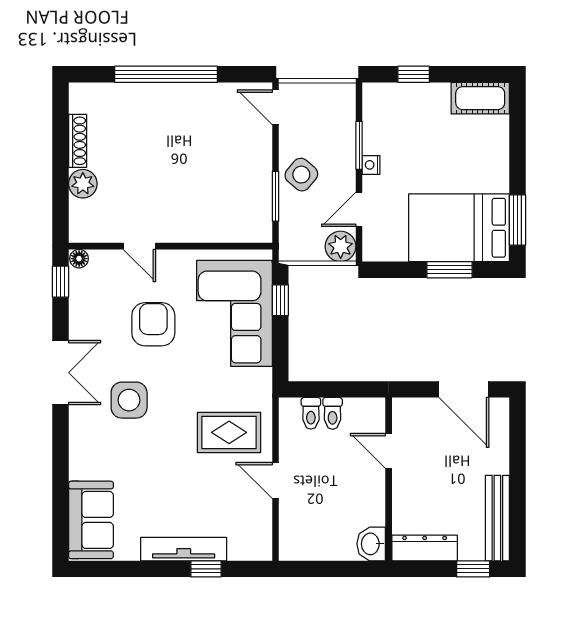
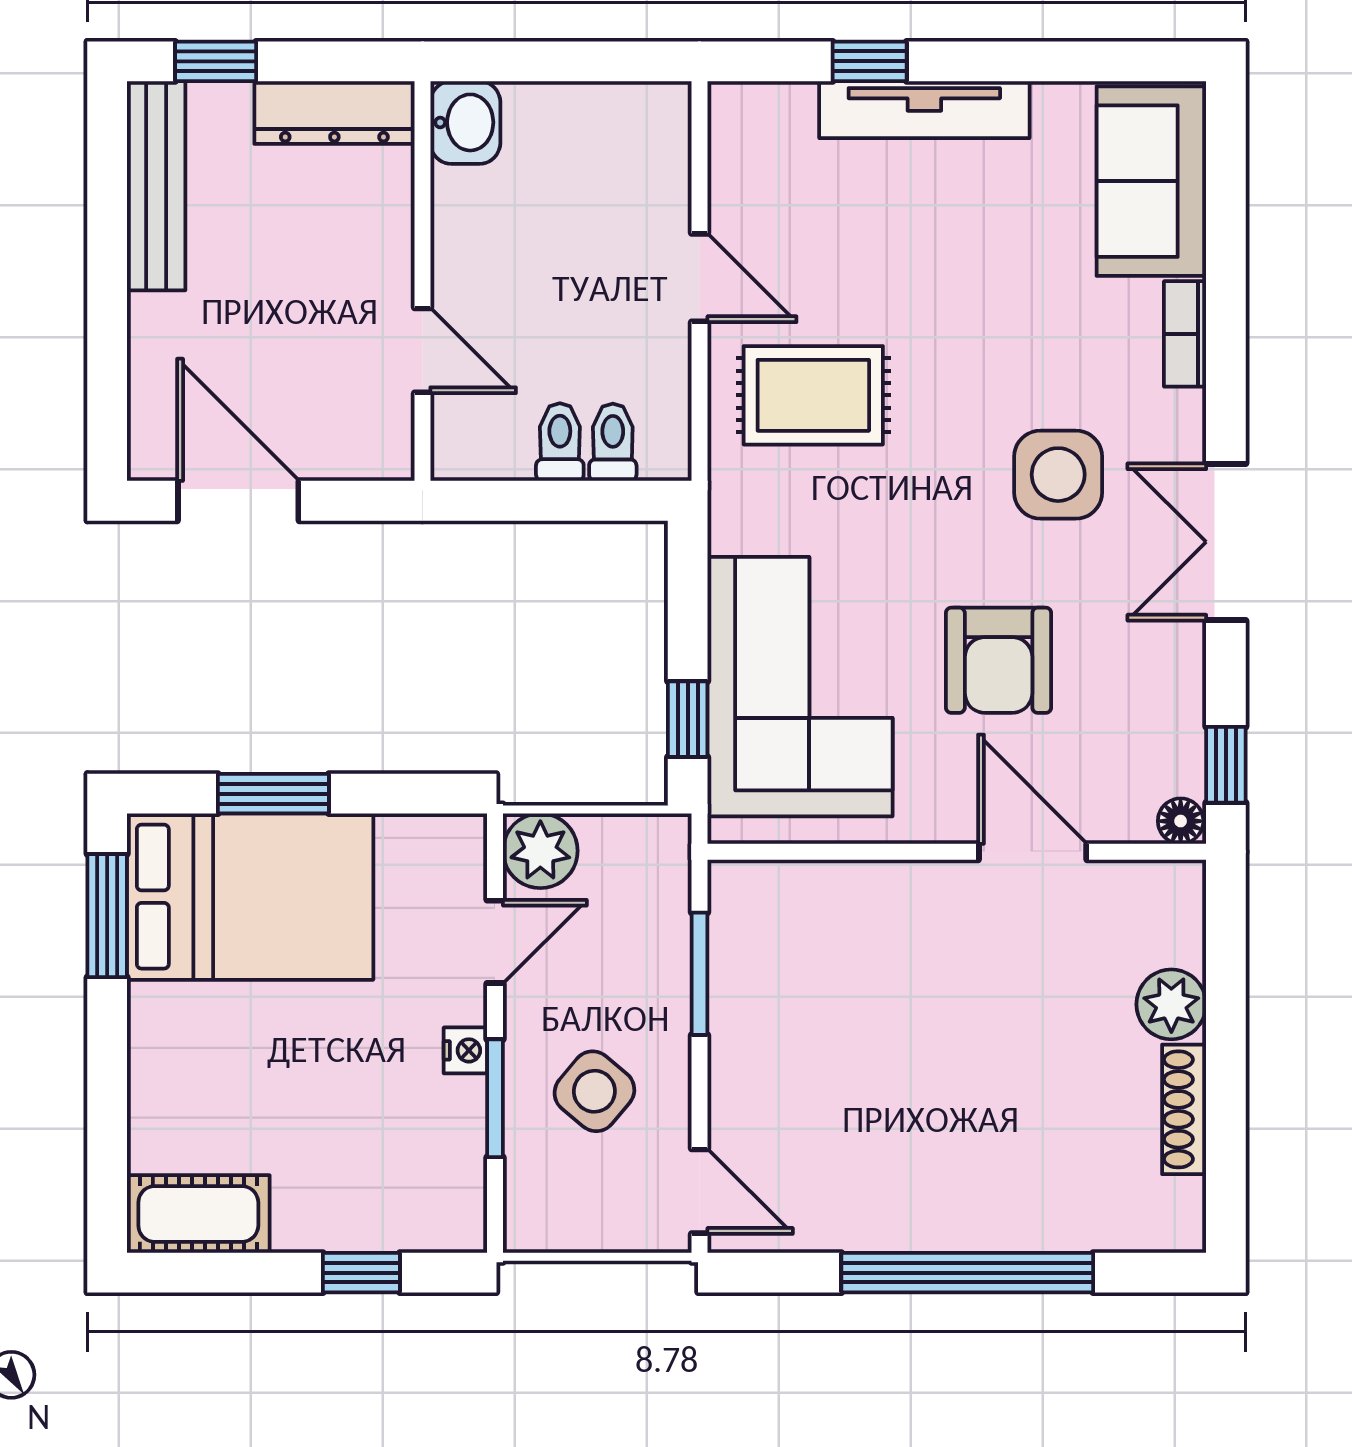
side table: (301, 175) -> (594, 1091), moved
door: (139, 246) -> (1033, 852), width x1.38
bookcase: (77, 458) -> (1185, 334), added

